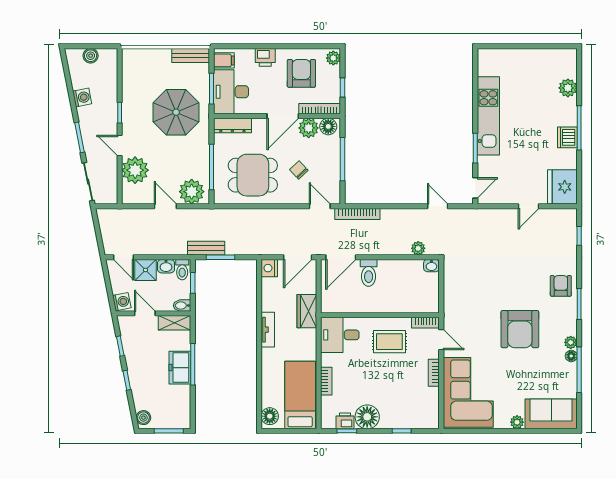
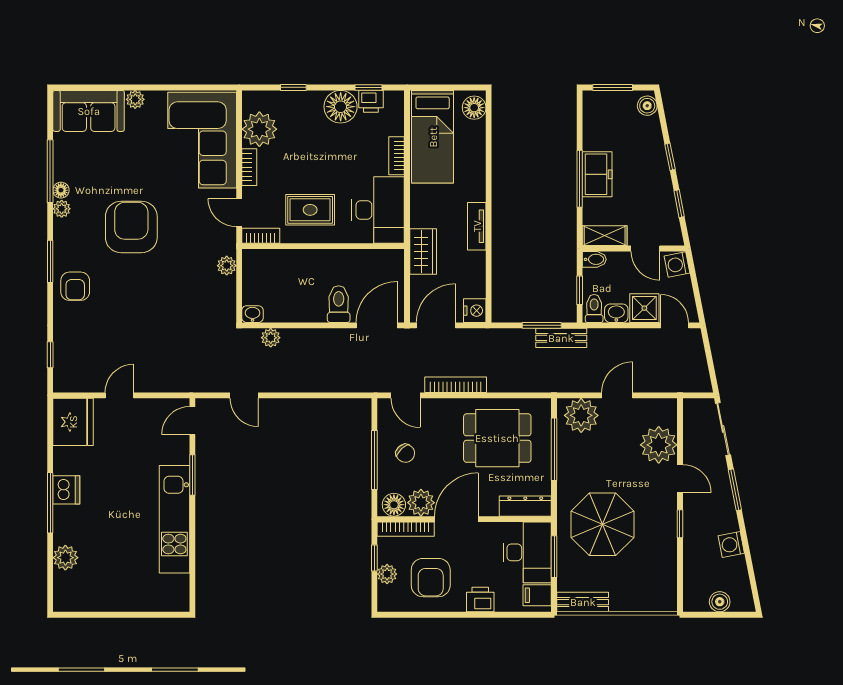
plant: (333, 58) -> (387, 574), moved
chair: (299, 170) -> (405, 453), moved
door: (165, 206) -> (617, 395), swing flipped
bookcase: (357, 214) -> (456, 385), moved
plant: (450, 301) -> (227, 266), added
desk: (340, 335) -> (378, 210), width x1.37
plant: (426, 400) -> (259, 129), added

